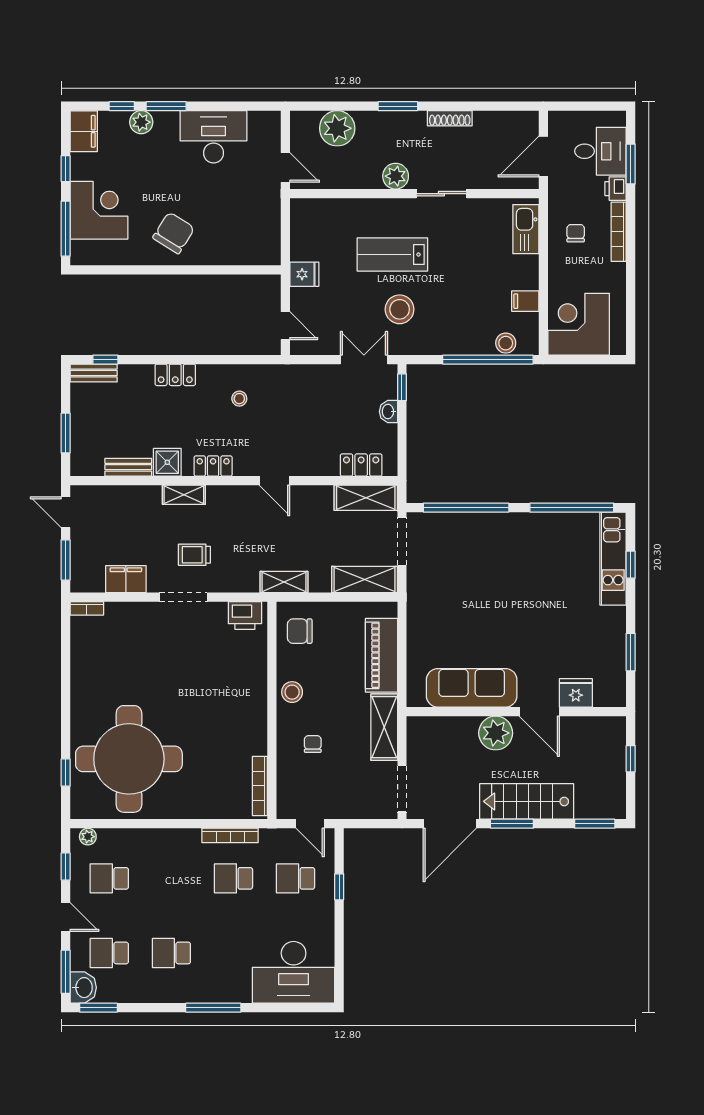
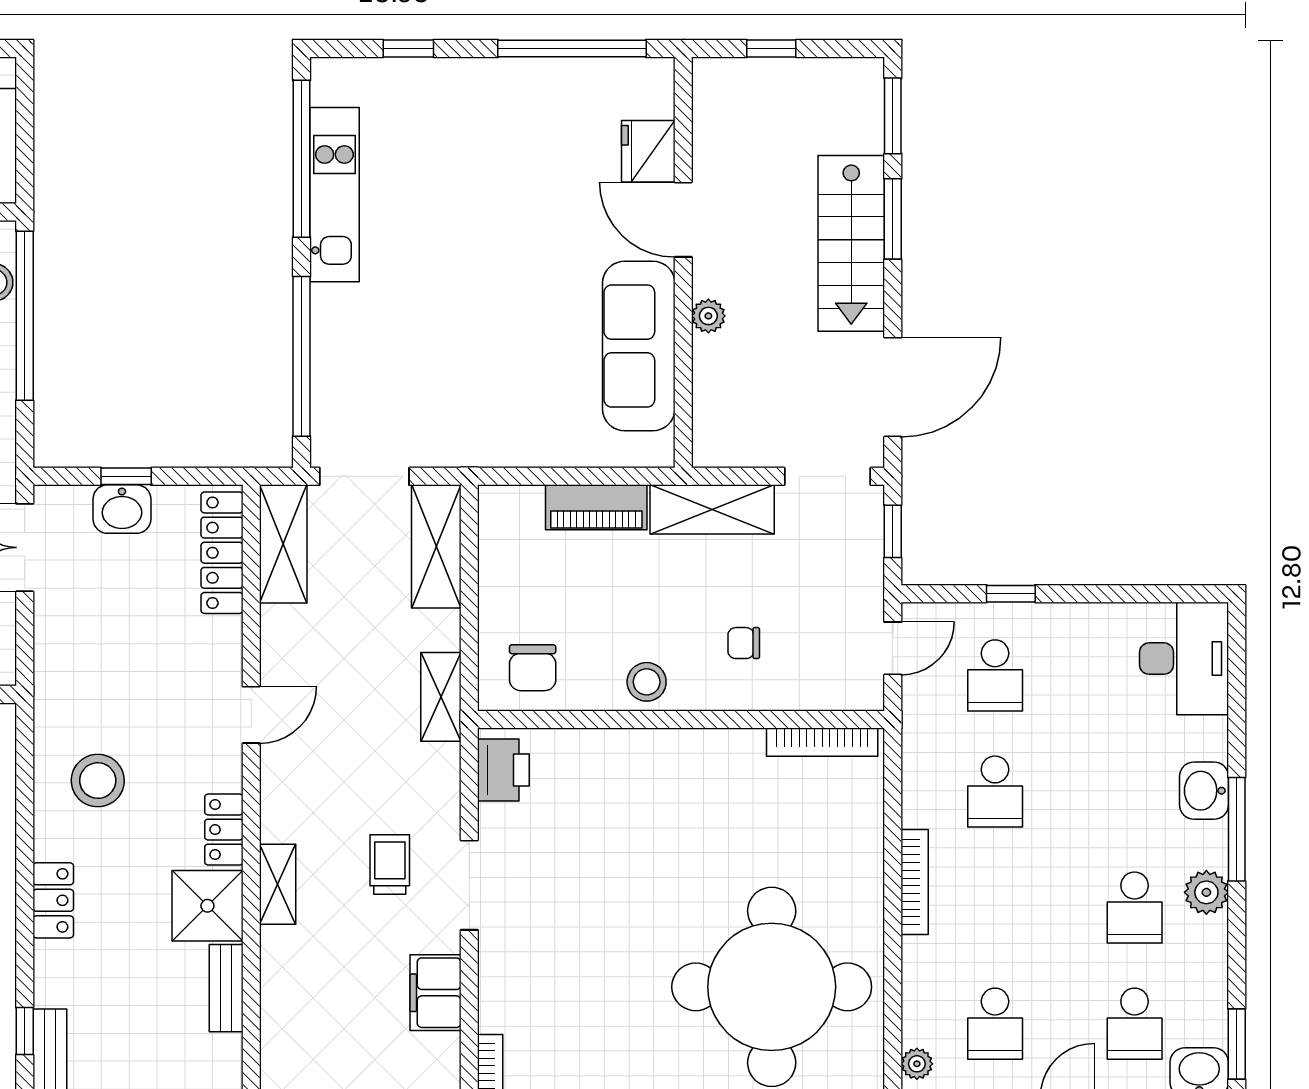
window: (402, 387) -> (126, 476), moved
stool: (239, 399) -> (98, 781), width x1.89, depth x1.89
washbasin: (388, 412) -> (122, 509), width x1.38, depth x1.45
shower: (167, 462) -> (207, 906), width x1.36, depth x1.36
locker: (361, 465) -> (222, 553), width x1.53
trolley: (194, 555) -> (390, 864), turned 180
kitchen unit: (613, 559) -> (334, 195), moved, turned -90
window: (631, 652) -> (572, 49), width x2.11
piano: (381, 655) -> (596, 507), width x0.73, depth x0.75
door: (539, 712) -> (683, 220), swing flipped
plant: (496, 733) -> (708, 316), width x0.53, depth x0.53
window: (373, 824) -> (893, 531), added
door: (450, 824) -> (893, 387), hinge flipped
window: (512, 824) -> (893, 219), moved
bookcase: (230, 835) -> (915, 882), moved
desk: (294, 972) -> (1184, 659), width x0.73, depth x0.77
washbasin: (234, 990) -> (1204, 791), added
plant: (180, 991) -> (1206, 892), added

